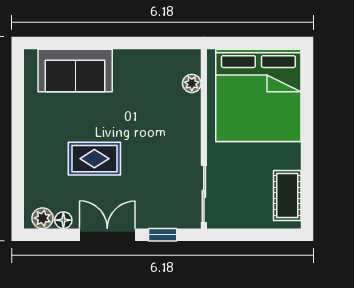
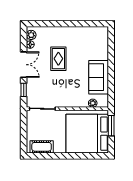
window: (241, 43) -> (111, 126), added
sofa: (75, 70) -> (99, 77), moved

